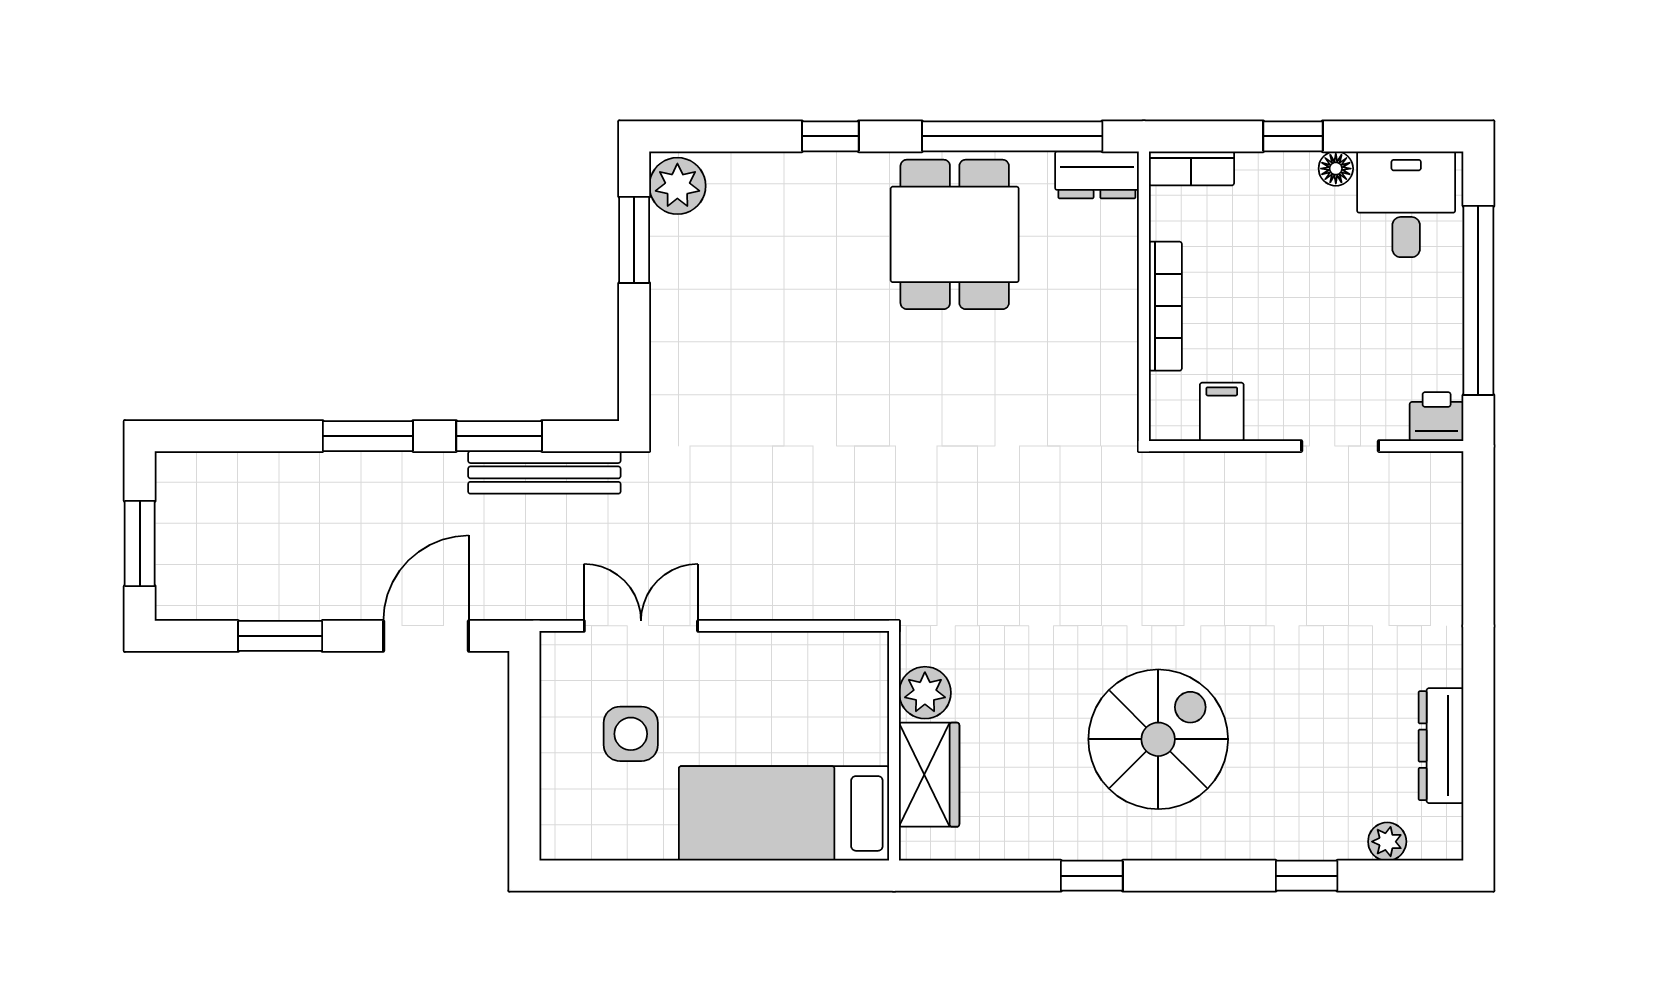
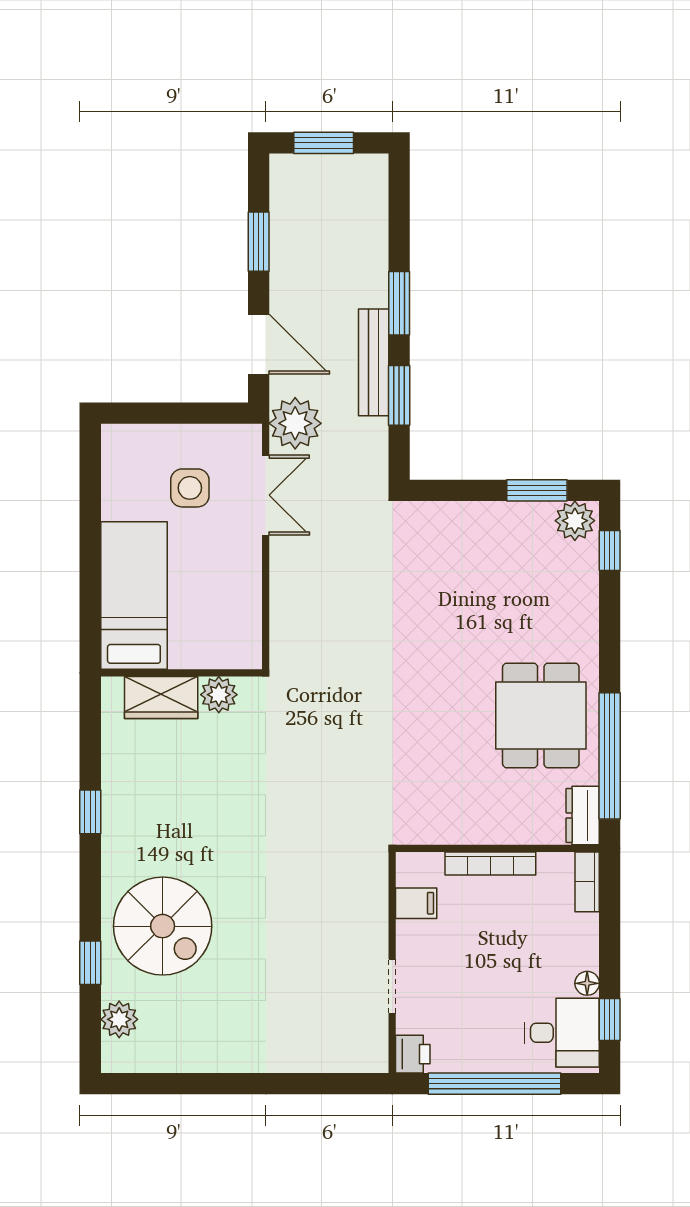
window: (830, 136) -> (610, 550), moved
window: (1293, 136) -> (610, 1020), moved
dining table: (955, 234) -> (541, 716), turned 90
bench: (544, 472) -> (374, 362), moved
plant: (539, 584) -> (295, 423), added
spiral stairs: (1158, 739) -> (163, 926), moved
dresser: (1441, 746) -> (182, 1057), removed
plant: (1387, 842) -> (119, 1019), width x1.38, depth x1.38

